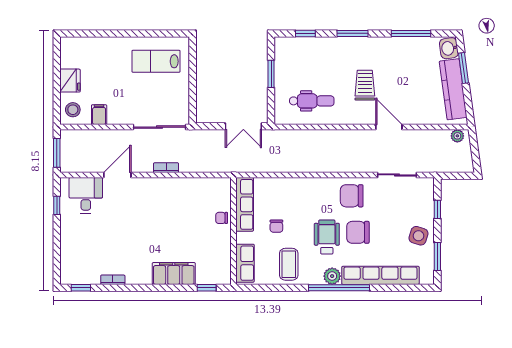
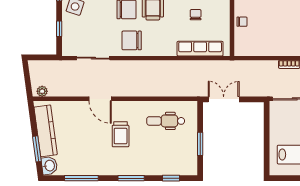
chair: (352, 196) -> (132, 40), turned 180
row of seats: (245, 204) -> (200, 49), moved, turned 90

